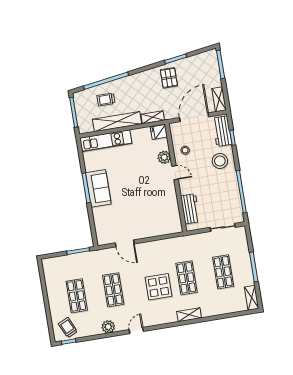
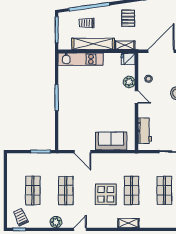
pallet: (169, 78) -> (128, 18), moved
sofa: (98, 188) -> (111, 141), moved, turned -90

